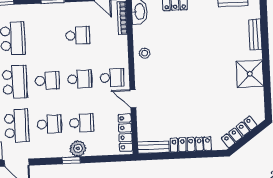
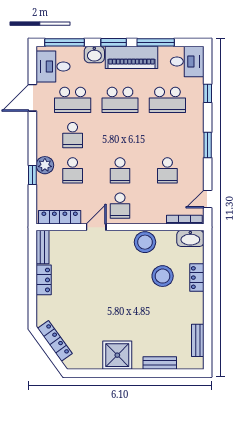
stool: (175, 35) -> (163, 276), added
stool: (145, 53) -> (145, 242), width x1.89, depth x1.89
school desk: (47, 81) -> (120, 135), removed
locker: (191, 144) -> (44, 280), width x0.66
window: (71, 160) -> (32, 175), moved

